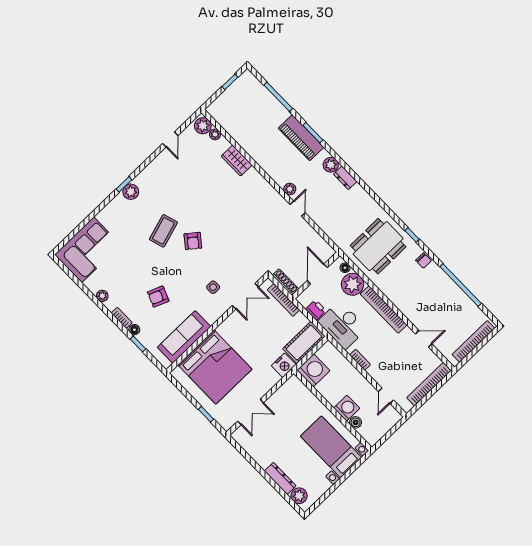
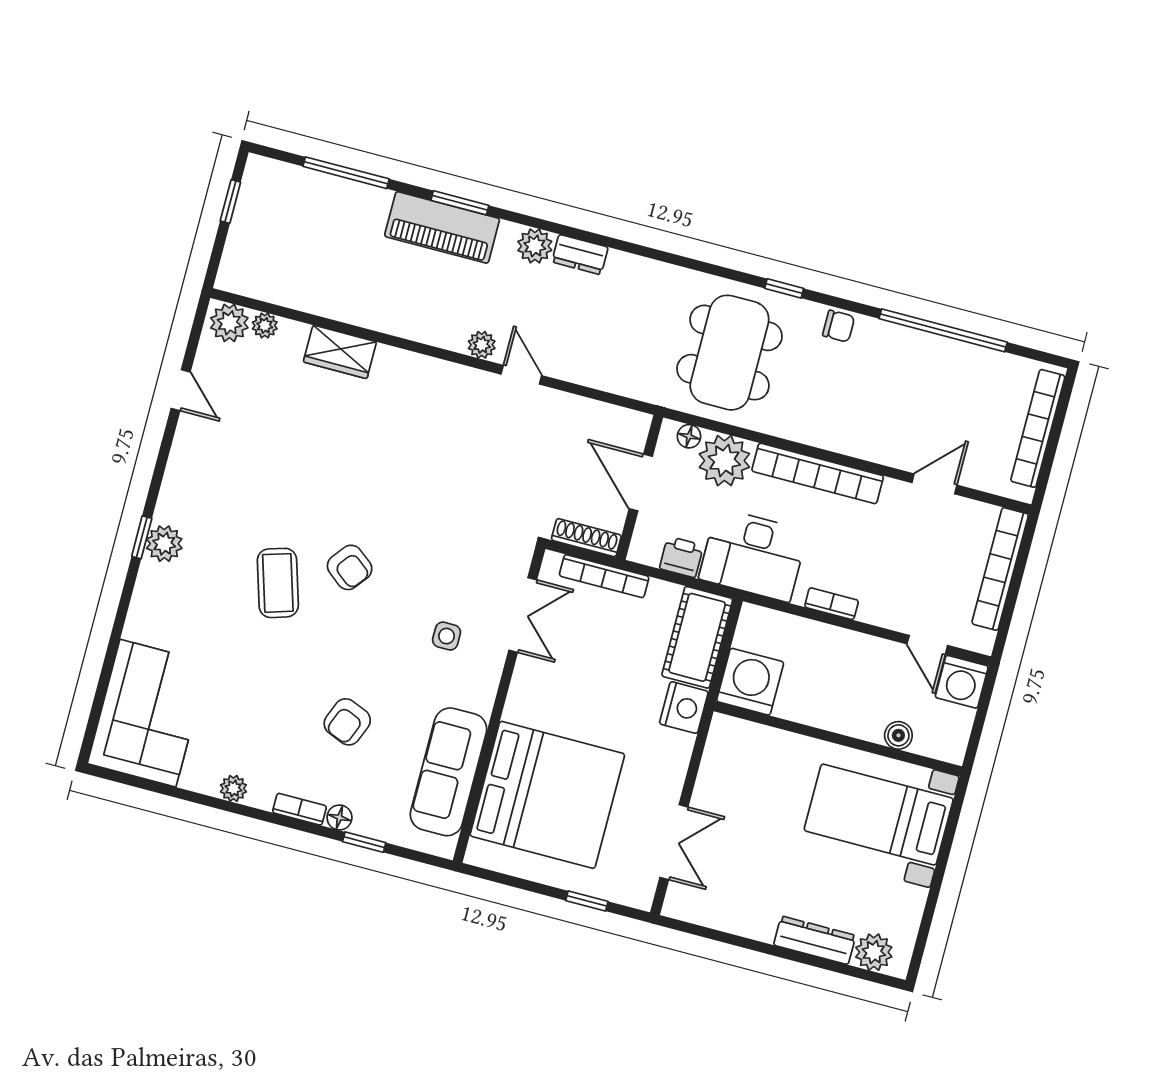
washing machine: (347, 408) -> (962, 682), moved, turned 180

